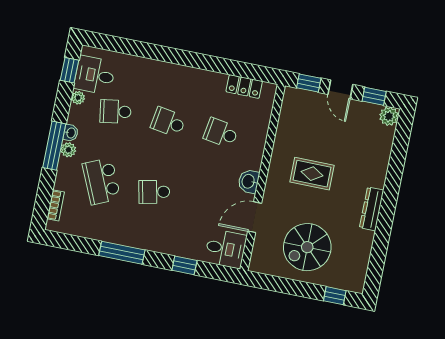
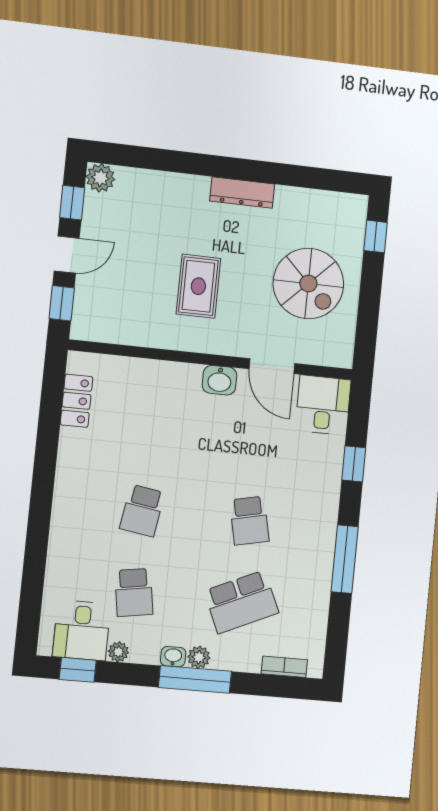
school desk: (221, 133) -> (150, 429), removed

